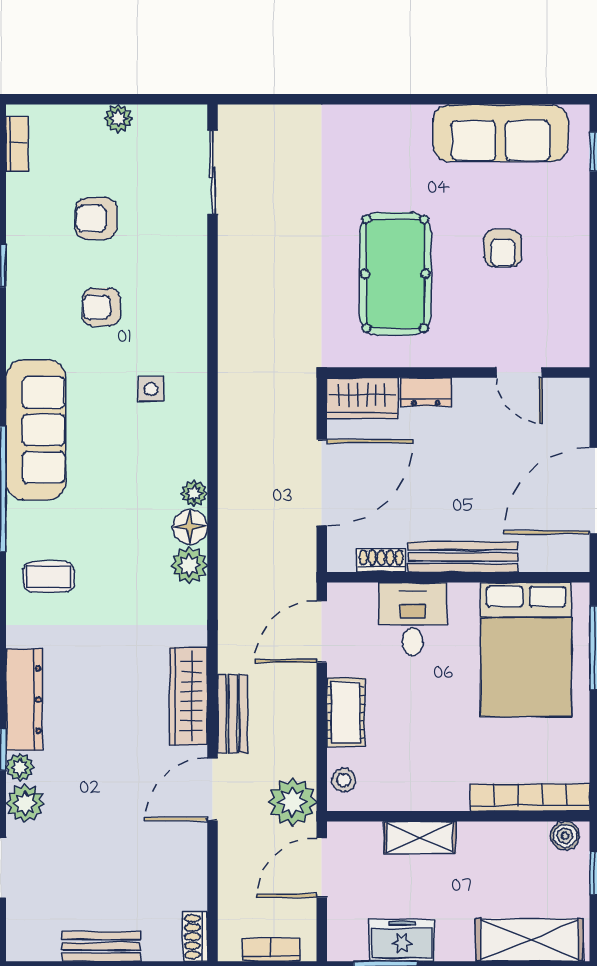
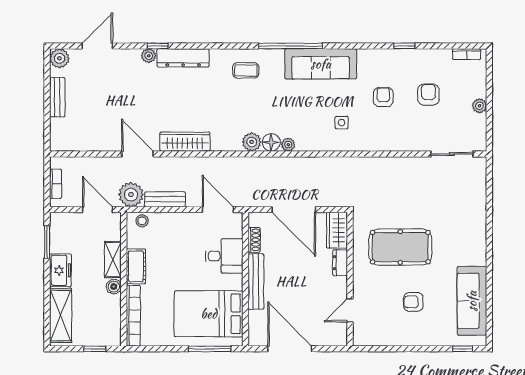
coffee table: (49, 577) -> (246, 70), turned 90
cot: (346, 712) -> (136, 266), moved, turned 90
bench: (233, 714) -> (165, 199), moved
plant: (25, 803) -> (59, 58), moved
boiler: (565, 836) -> (114, 287), moved
shoe rack: (195, 937) -> (62, 145), removed
freezer: (402, 940) -> (60, 270), moved

